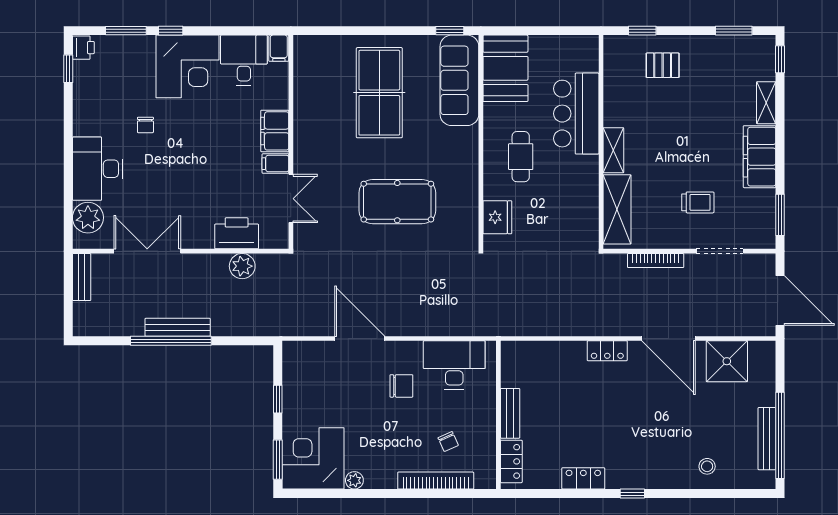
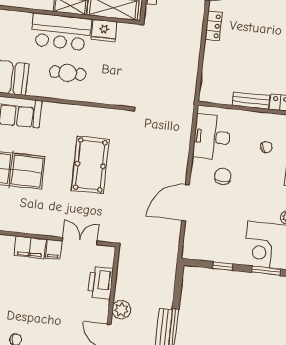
bar counter: (576, 114) -> (61, 32), moved
fridge: (497, 217) -> (104, 31), moved, turned 180
plant: (242, 266) -> (121, 310), moved

